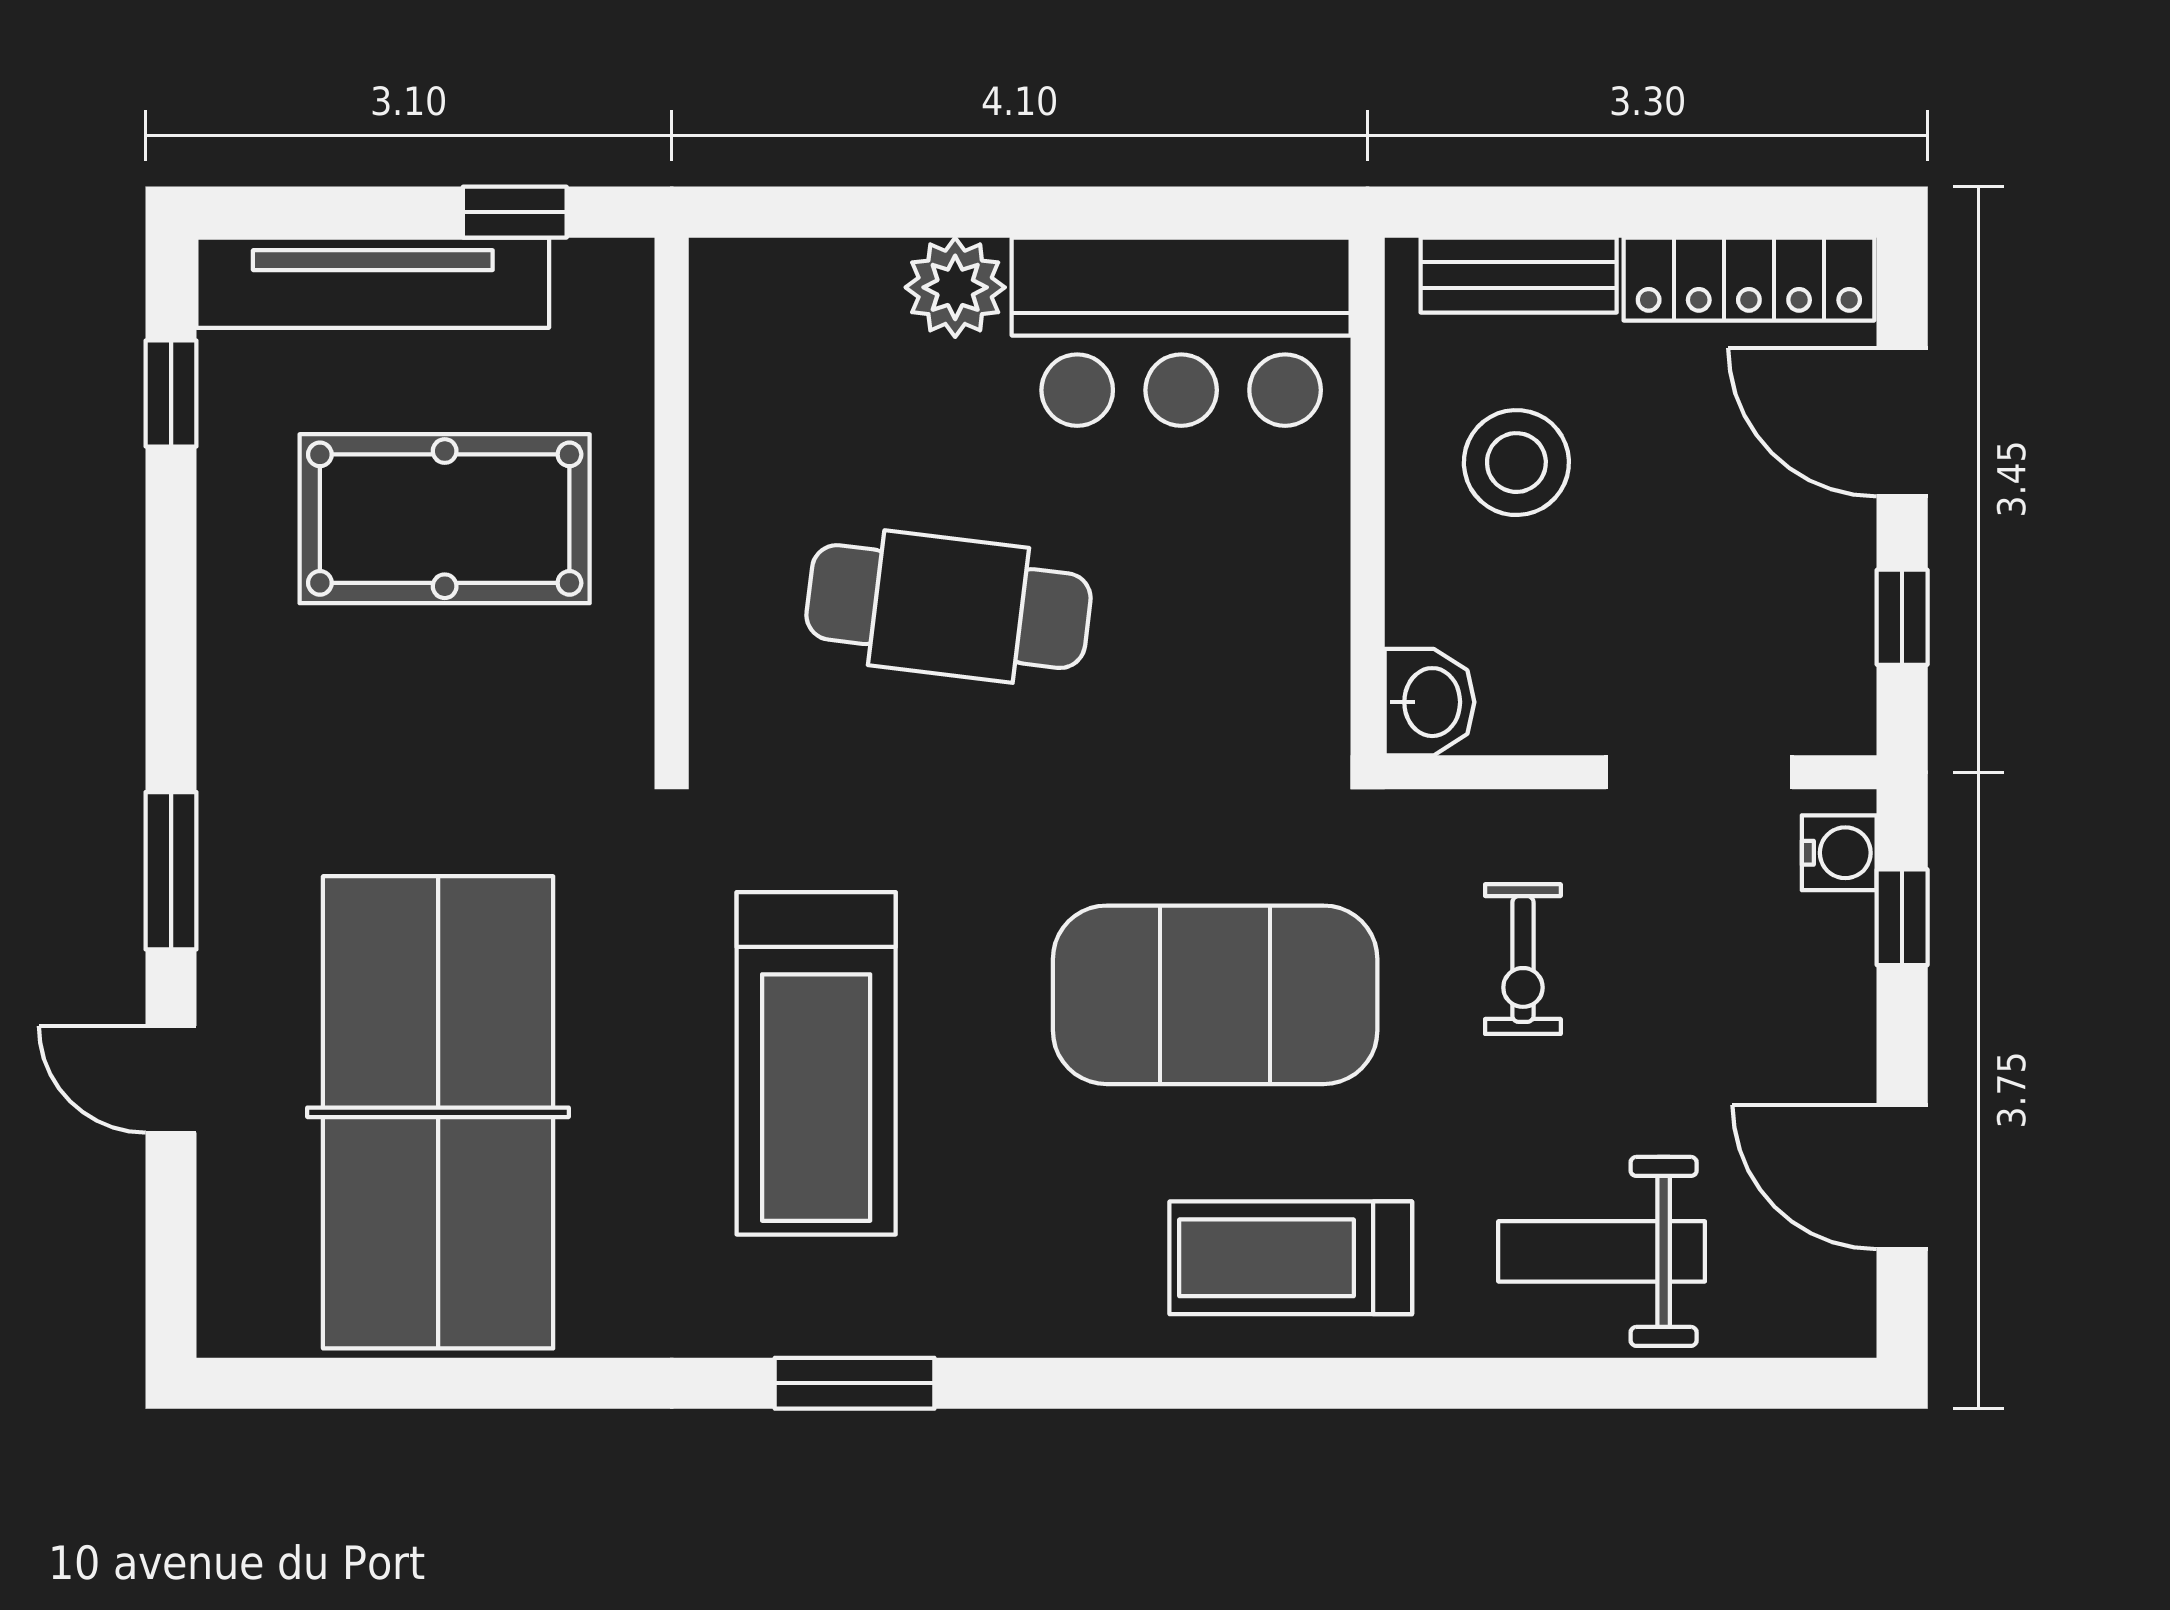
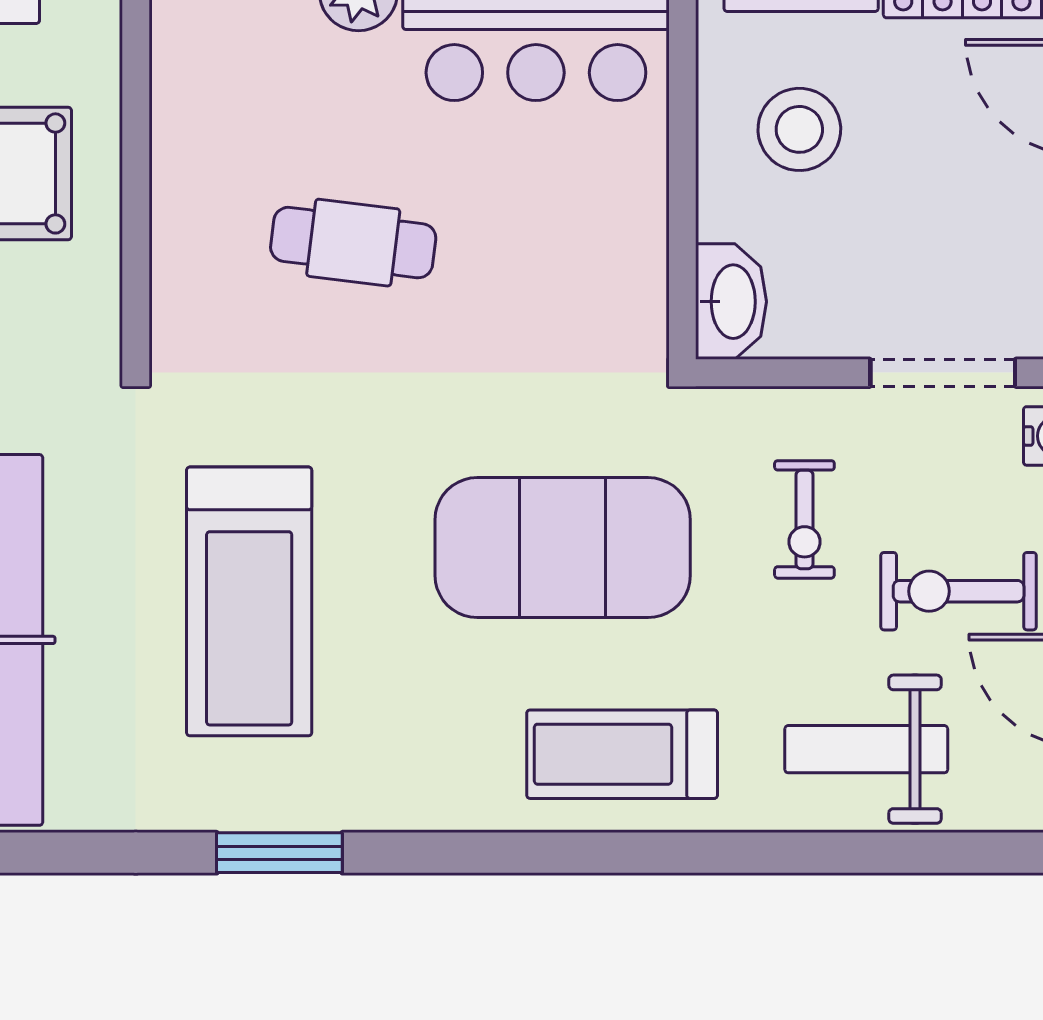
cafe table: (949, 607) -> (353, 243), width x0.73, depth x0.74
washbasin: (1429, 702) -> (731, 302), width x1.38
exercise bike: (1719, 1050) -> (959, 591), added

